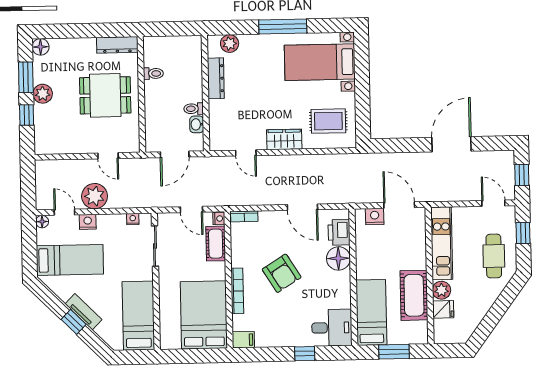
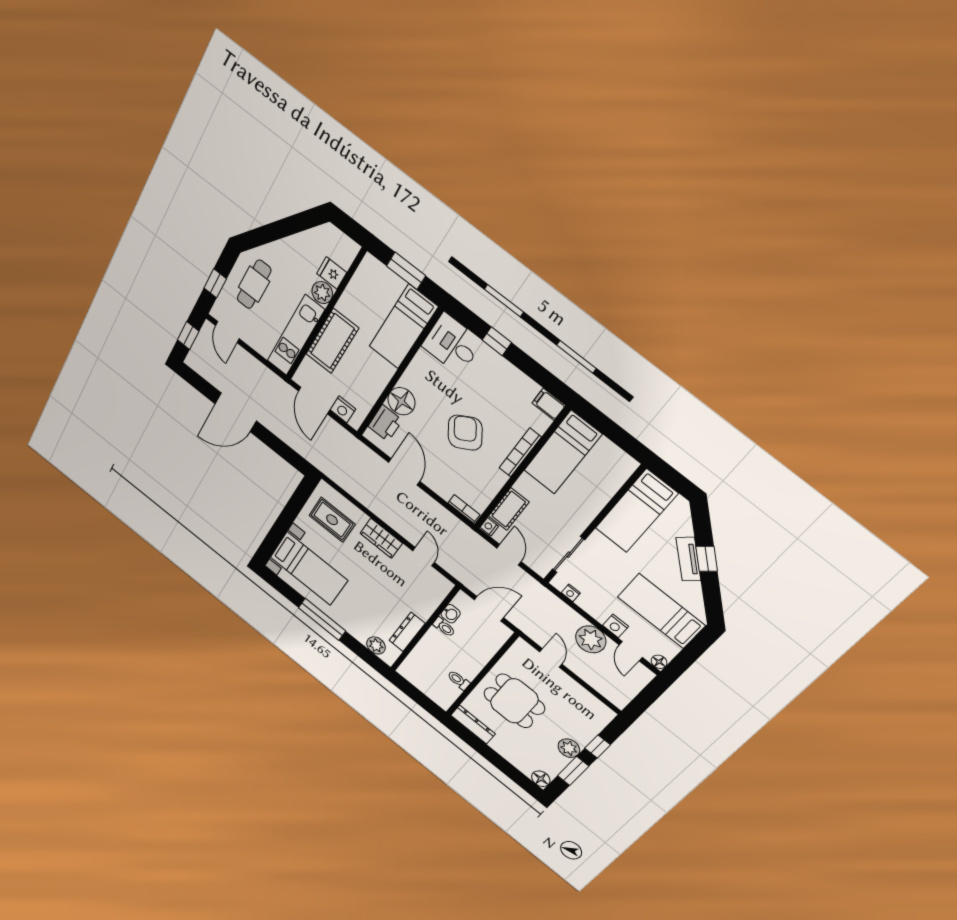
cot: (414, 295) -> (332, 341), moved
bed: (204, 315) -> (563, 452), width x0.67

